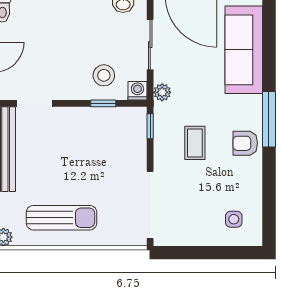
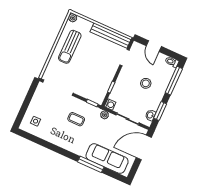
stool: (104, 75) -> (146, 83), moved
window: (269, 119) -> (91, 164), moved
armchair: (245, 143) -> (66, 141), removed

